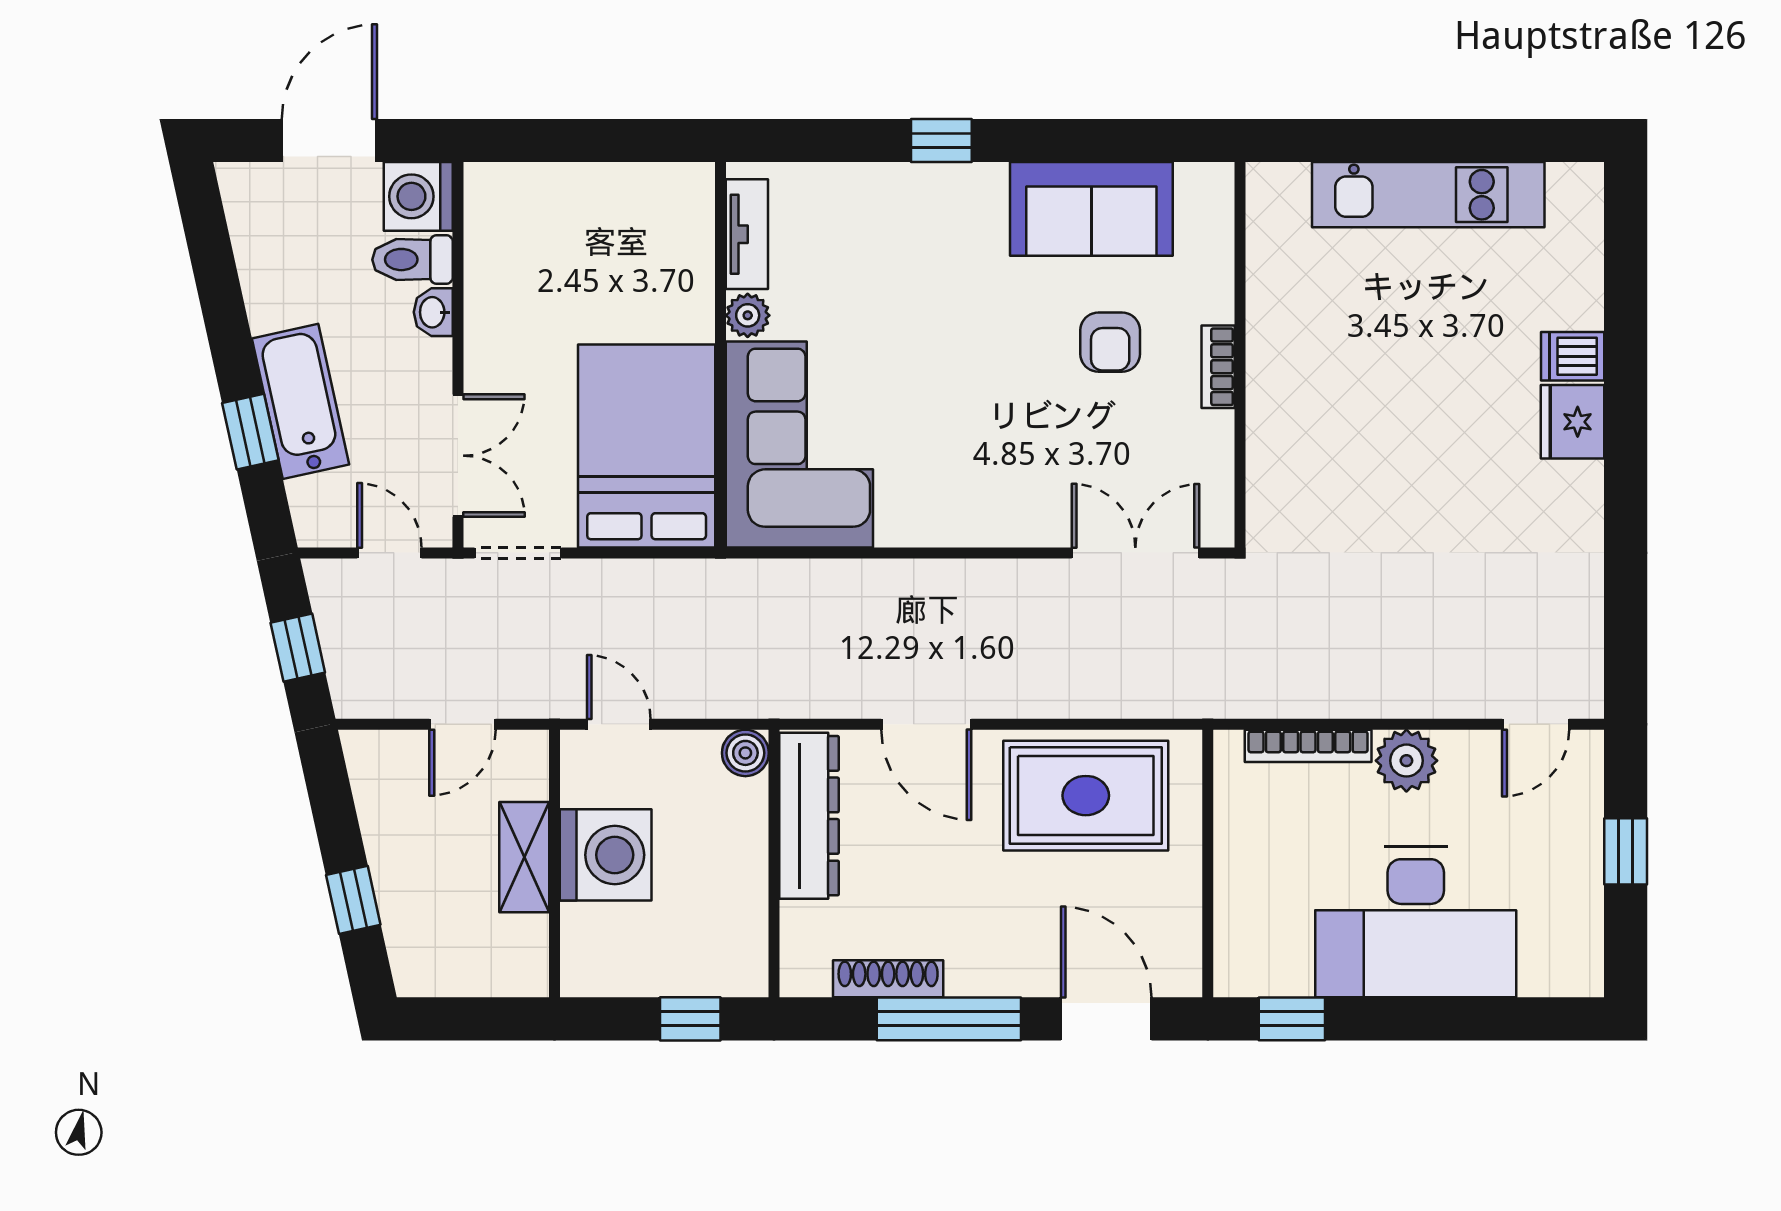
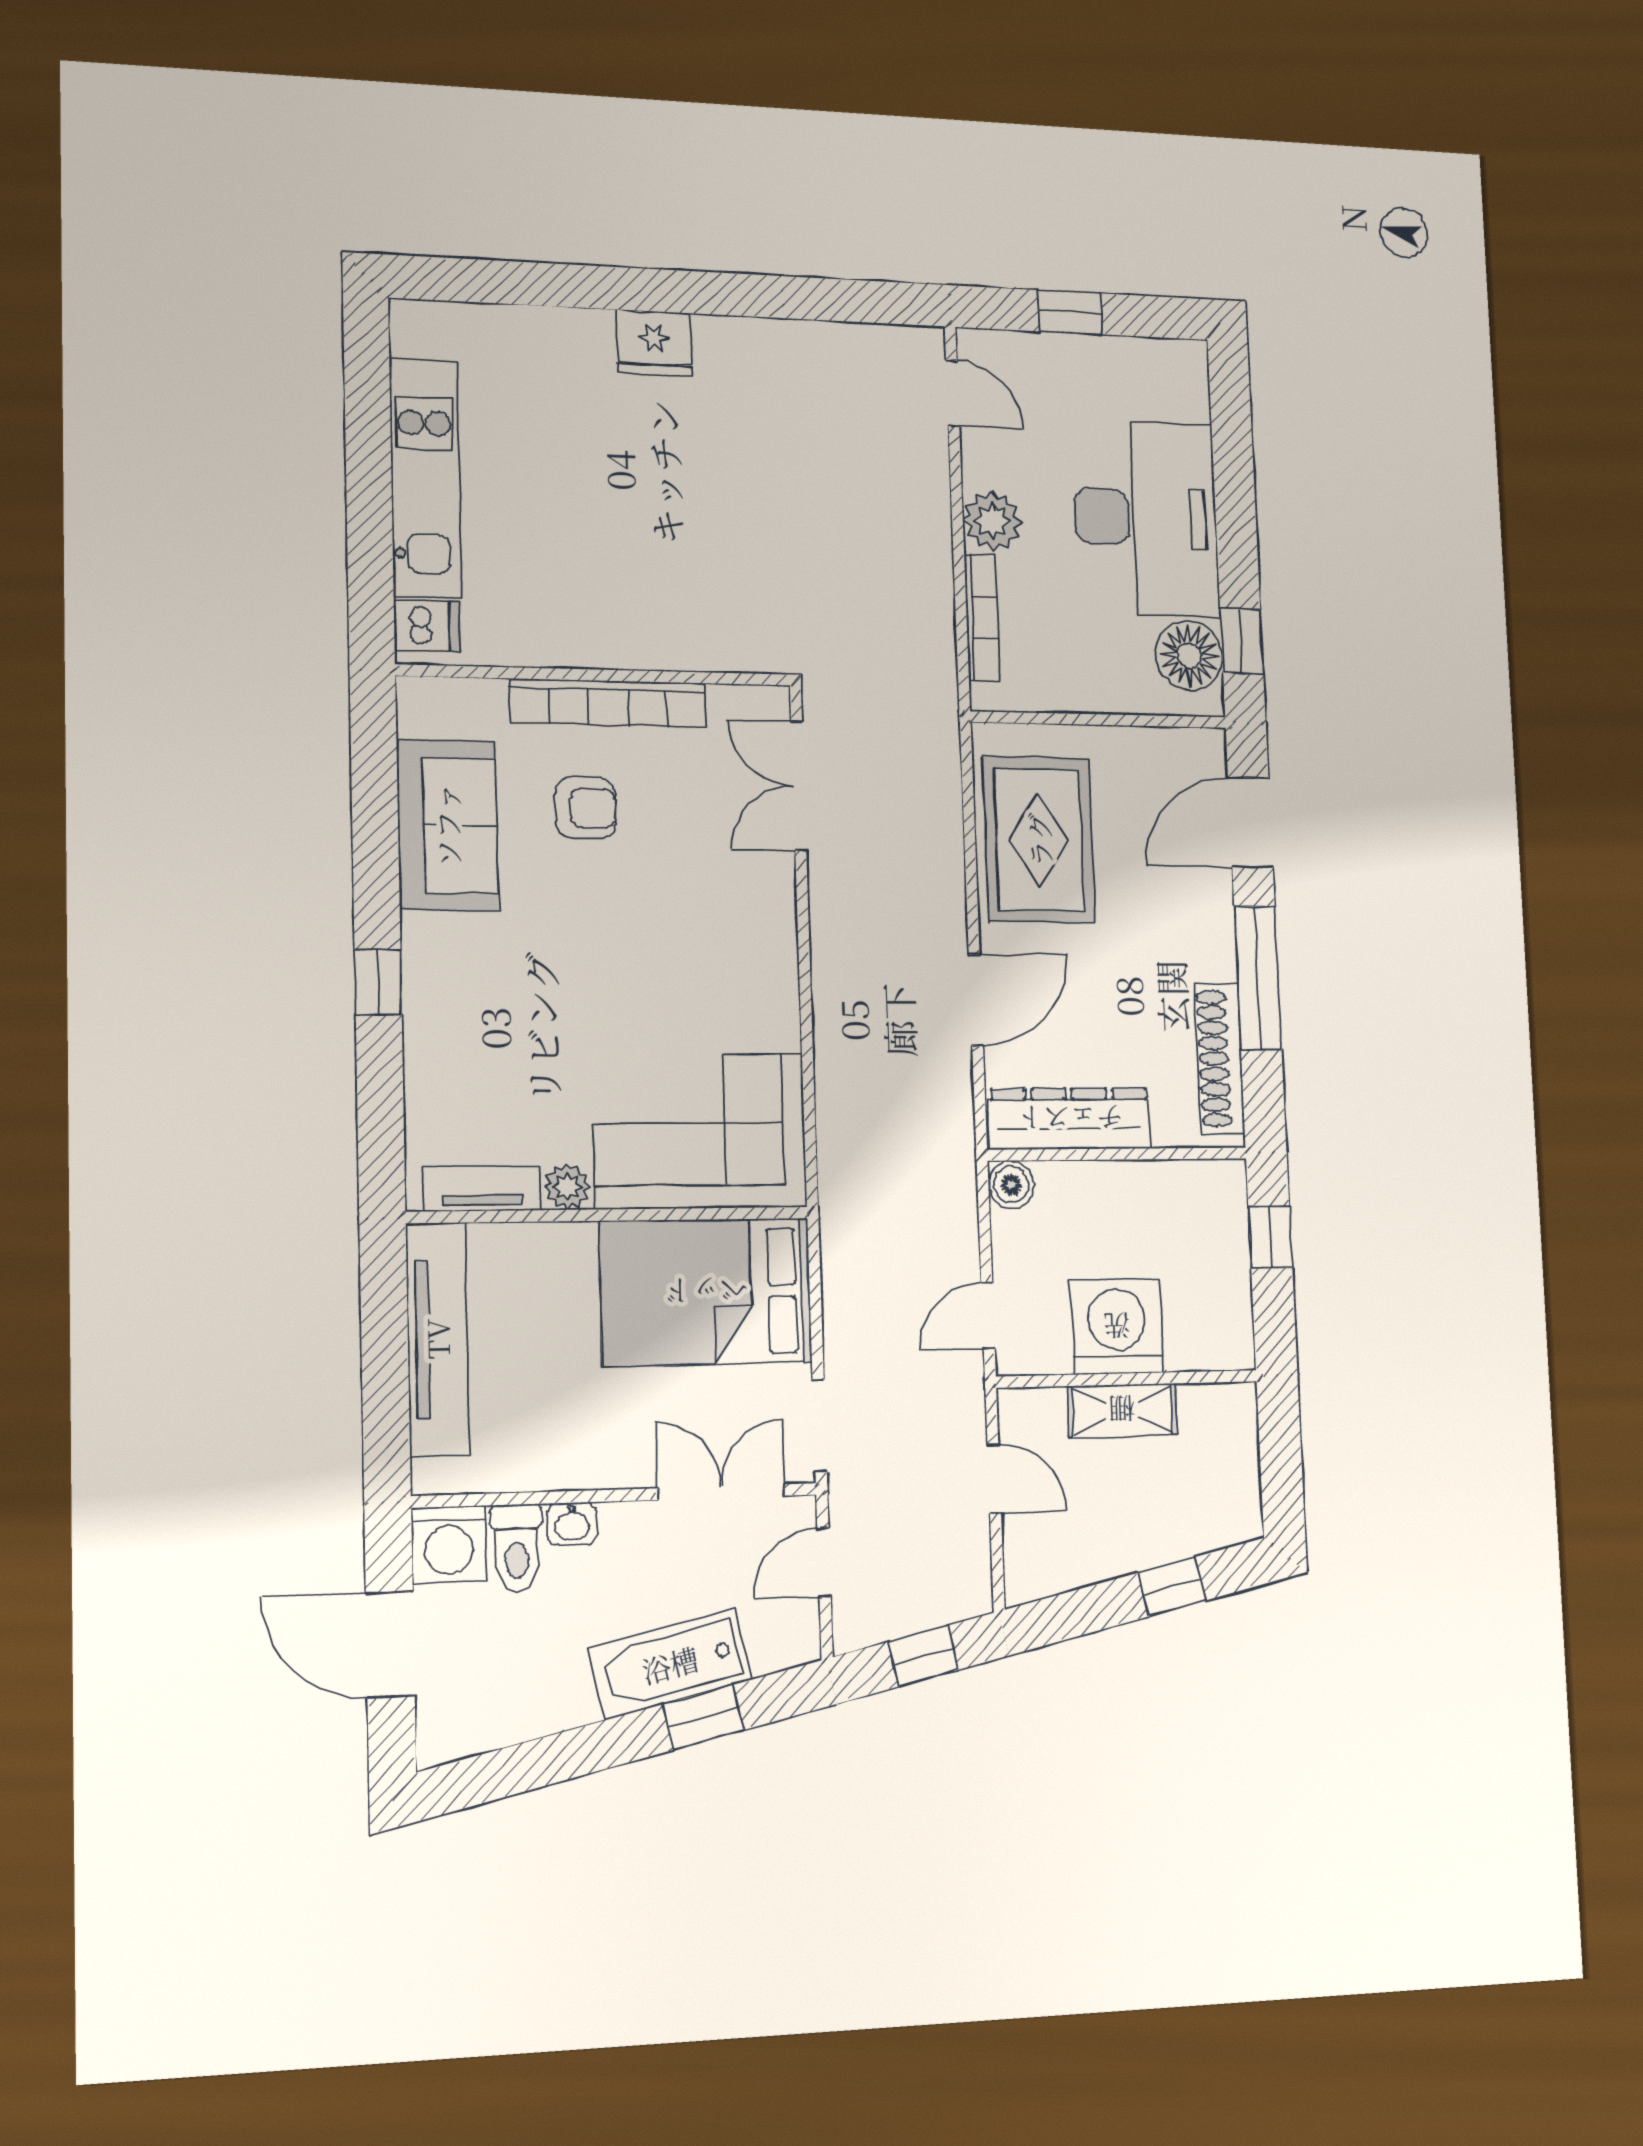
tv unit: (607, 190) -> (437, 1339), added
dishwasher: (1573, 356) -> (427, 626), moved, turned -90
bookcase: (1218, 367) -> (608, 703), width x2.31, depth x1.31
floor lamp: (1275, 962) -> (1189, 656), added
shoe rack: (888, 979) -> (1220, 1059), width x1.36, depth x1.24

